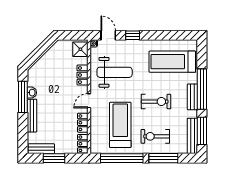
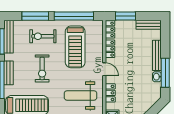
door: (89, 101) -> (104, 69), hinge flipped
exercise bike: (156, 102) -> (42, 68), turned -90
exercise bike: (155, 136) -> (43, 36), turned 180
window: (54, 158) -> (126, 16), moved

